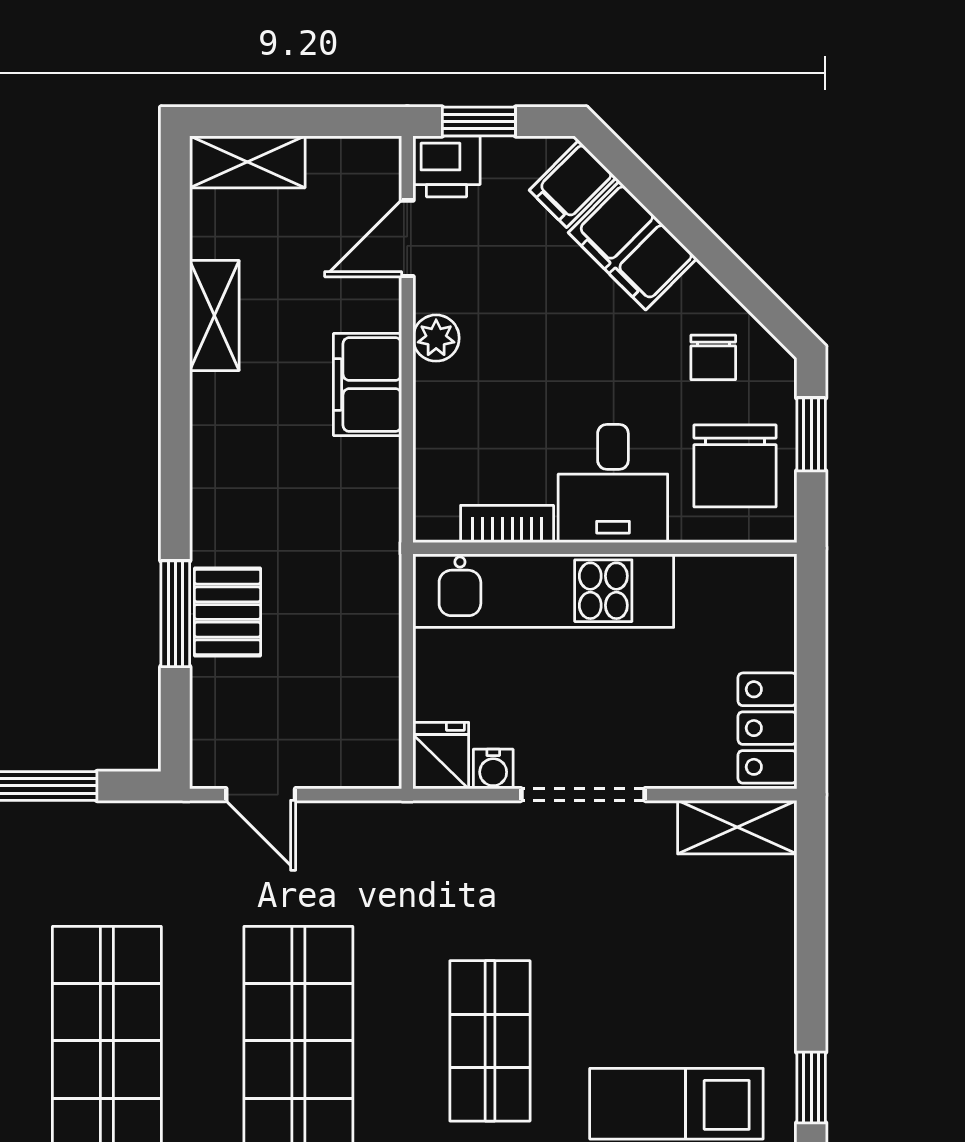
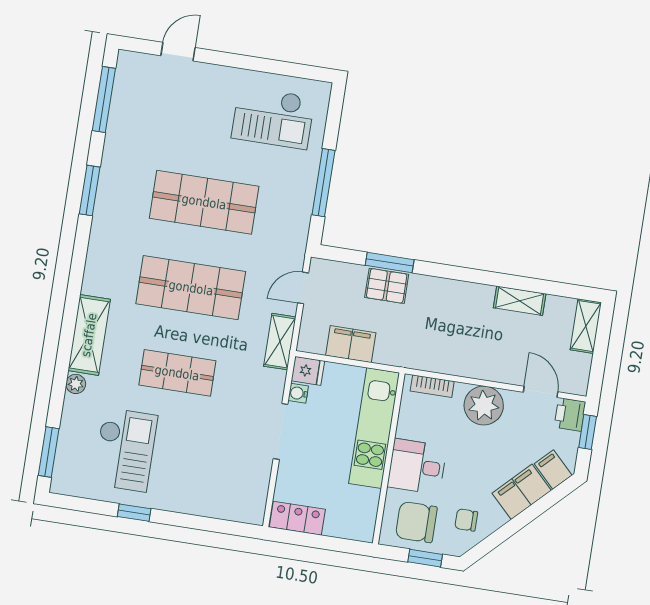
plant: (436, 338) -> (484, 405), width x1.88, depth x1.88
filing cabinet: (367, 385) -> (351, 344), moved
bookcase: (507, 524) -> (432, 386), moved, turned 90
shelving: (737, 827) -> (280, 342), moved

